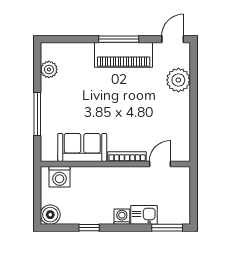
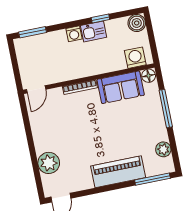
window: (119, 39) -> (152, 179), moved
piano: (124, 55) -> (118, 172), moved
floor lamp: (49, 154) -> (149, 76), added
door: (160, 164) -> (36, 89), moved
kitchen sink: (144, 215) -> (94, 31), moved

